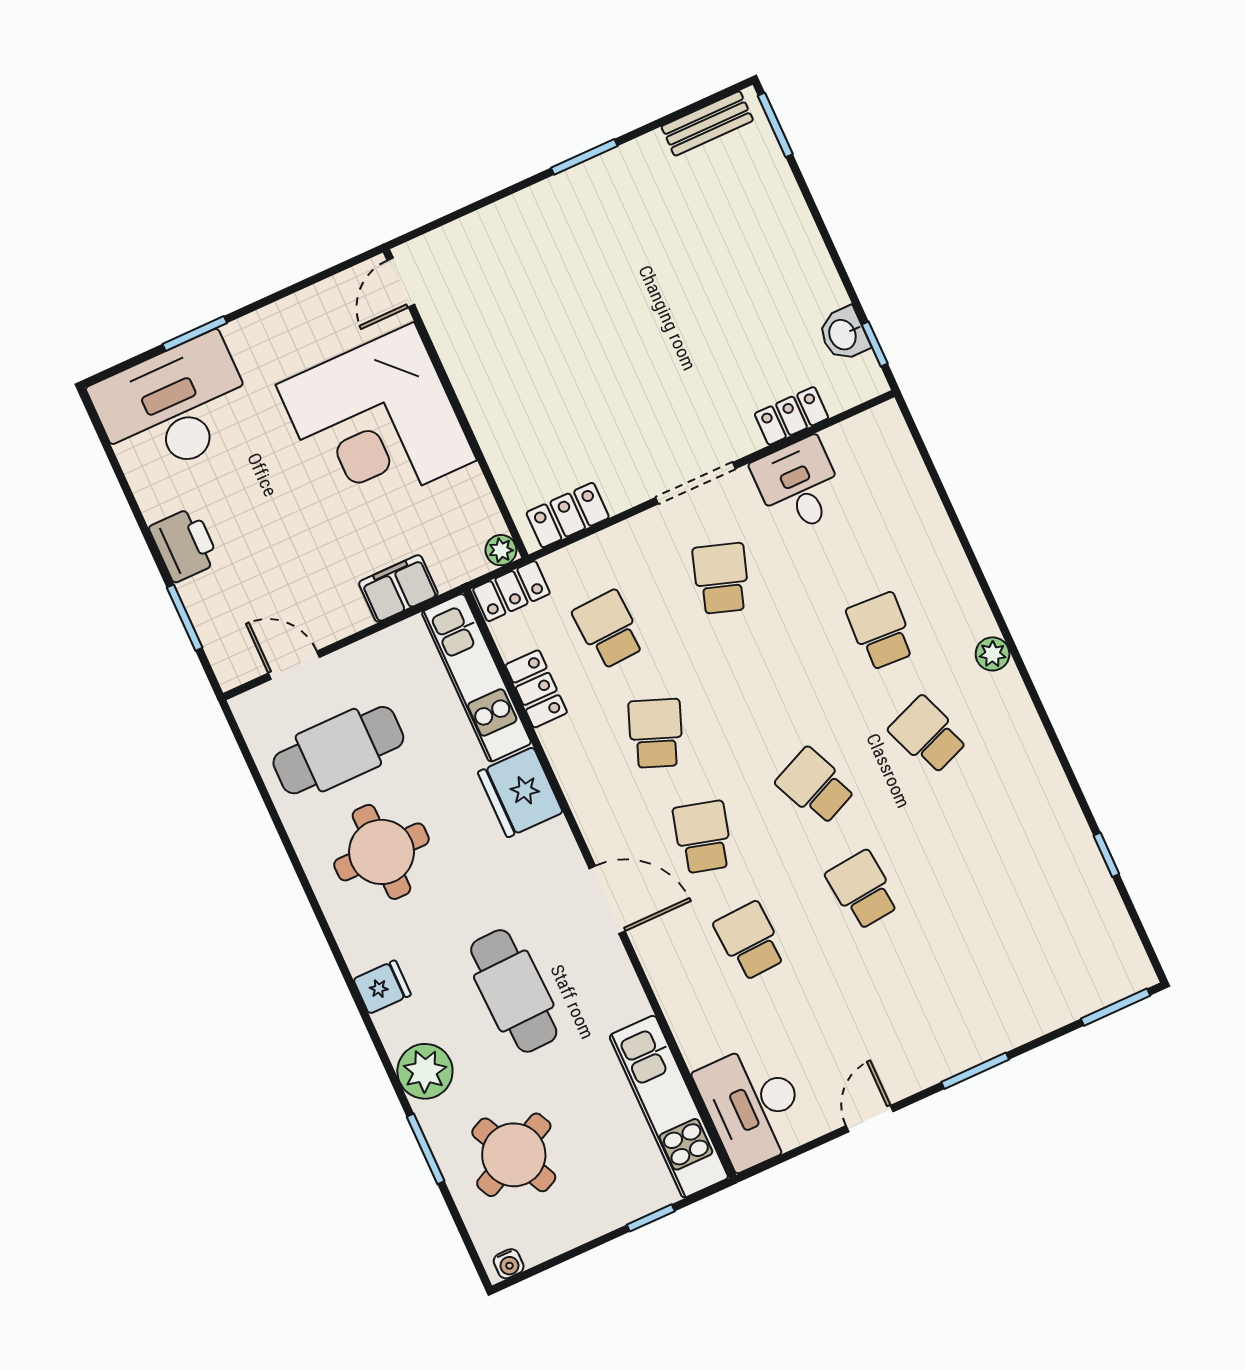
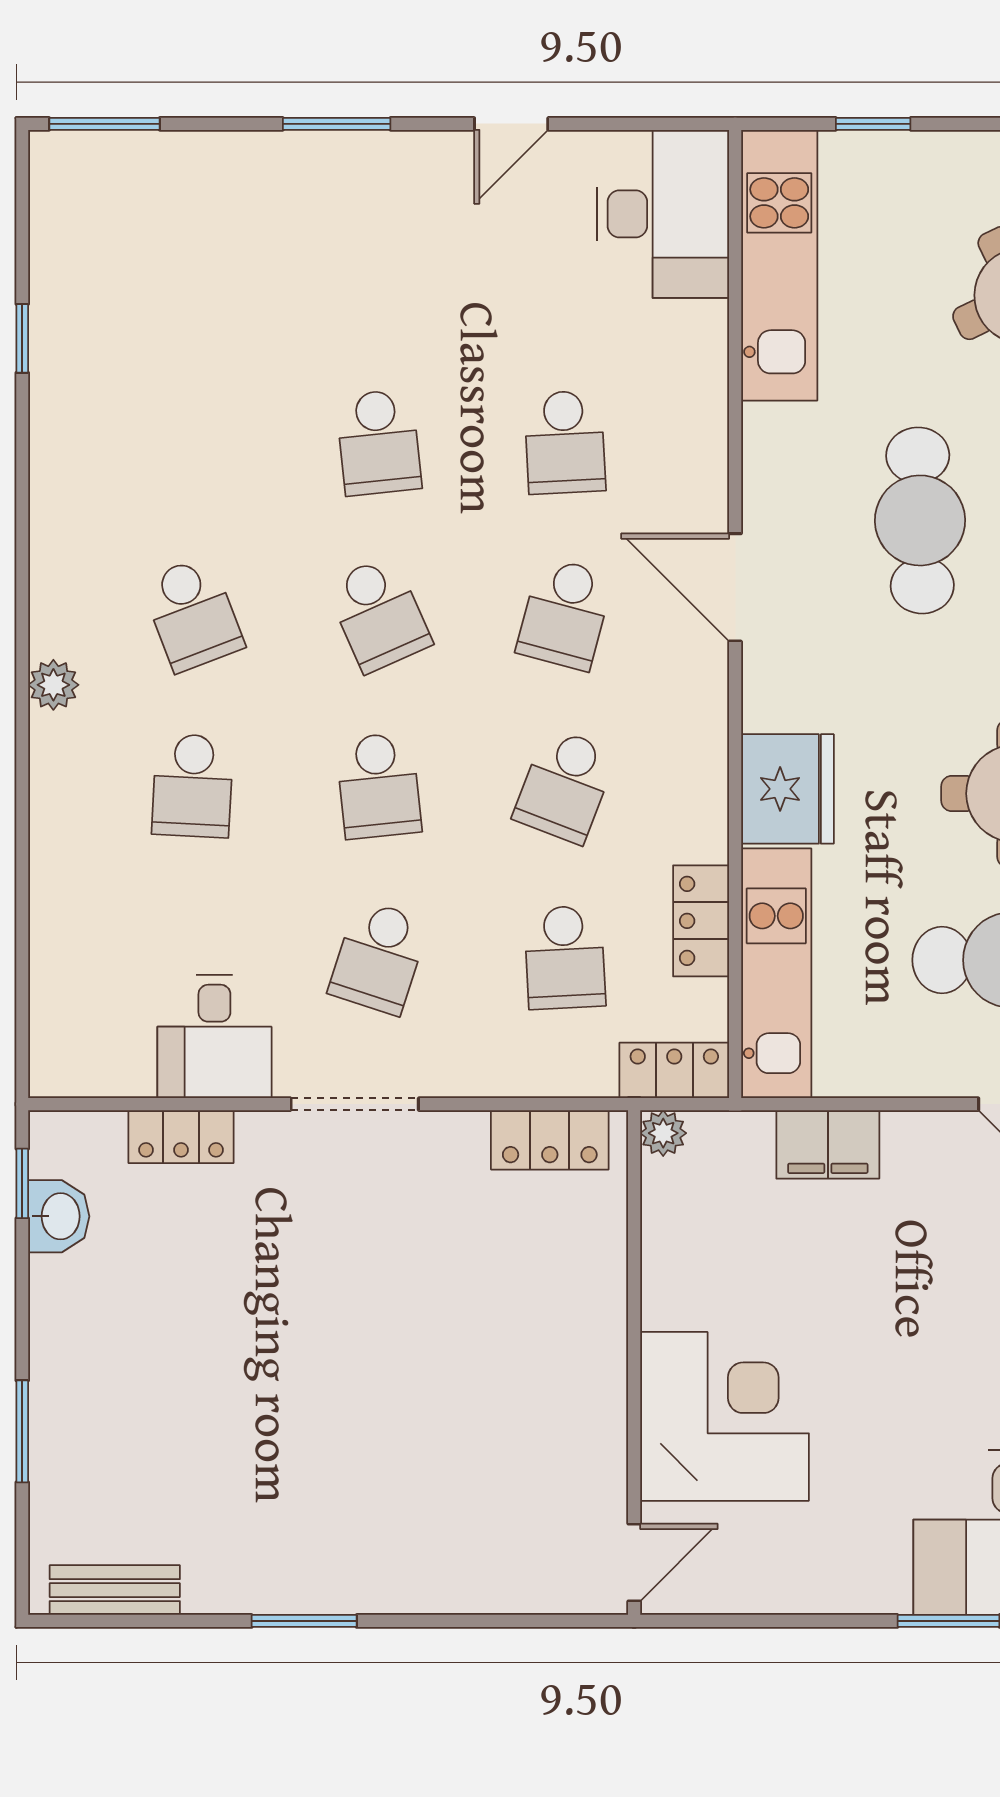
window: (775, 125) -> (22, 1431), moved
corner desk: (376, 422) -> (724, 1416), width x0.74, depth x0.74
school desk: (768, 682) -> (379, 786), added

